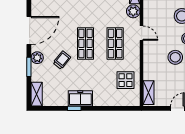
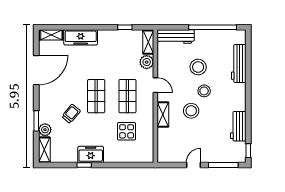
door: (29, 30) -> (36, 70), moved
plant: (37, 58) -> (45, 130), moved
display table: (125, 80) -> (127, 131), moved
shelving: (149, 93) -> (163, 115), moved

